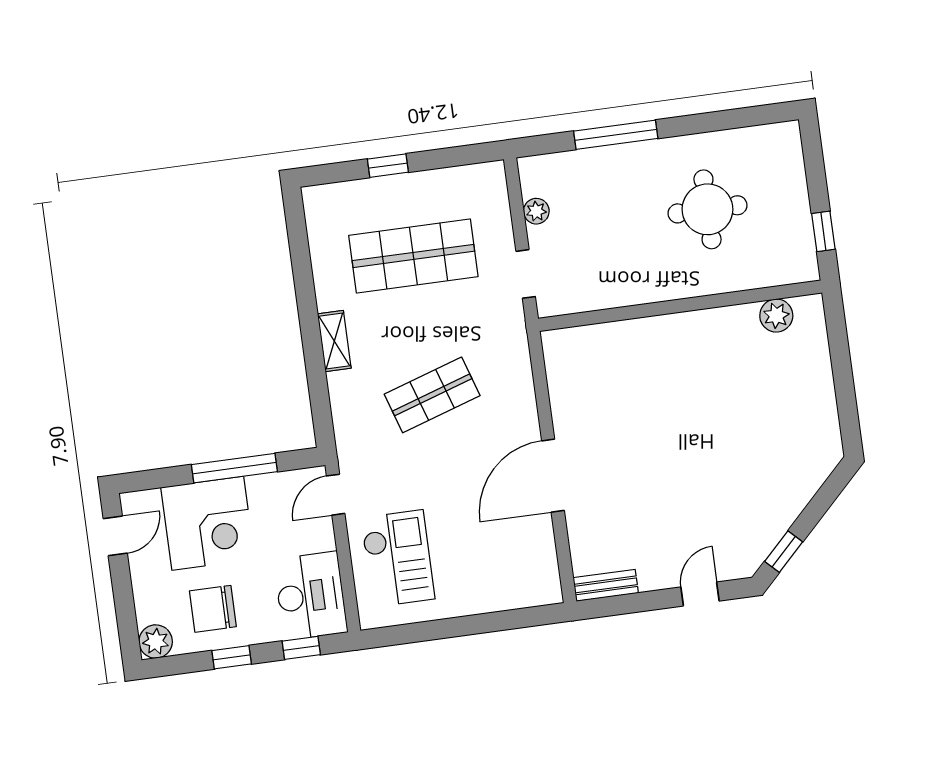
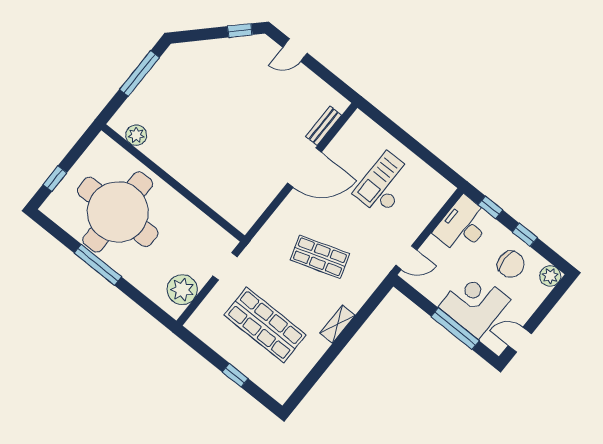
window: (616, 135) -> (98, 265), moved
round table: (707, 209) -> (118, 212), width x1.86, depth x1.86
plant: (536, 211) -> (182, 290), width x1.87, depth x1.87
window: (823, 231) -> (55, 179), moved
window: (844, 387) -> (139, 73), added
window: (234, 468) -> (455, 329), moved
checkout: (398, 558) -> (385, 184), moved
bench: (606, 585) -> (324, 126), moved, turned 90

